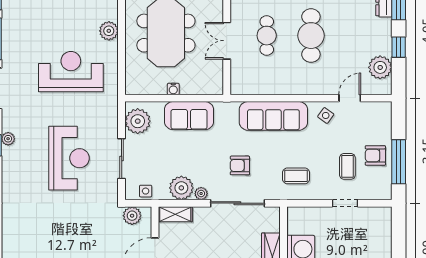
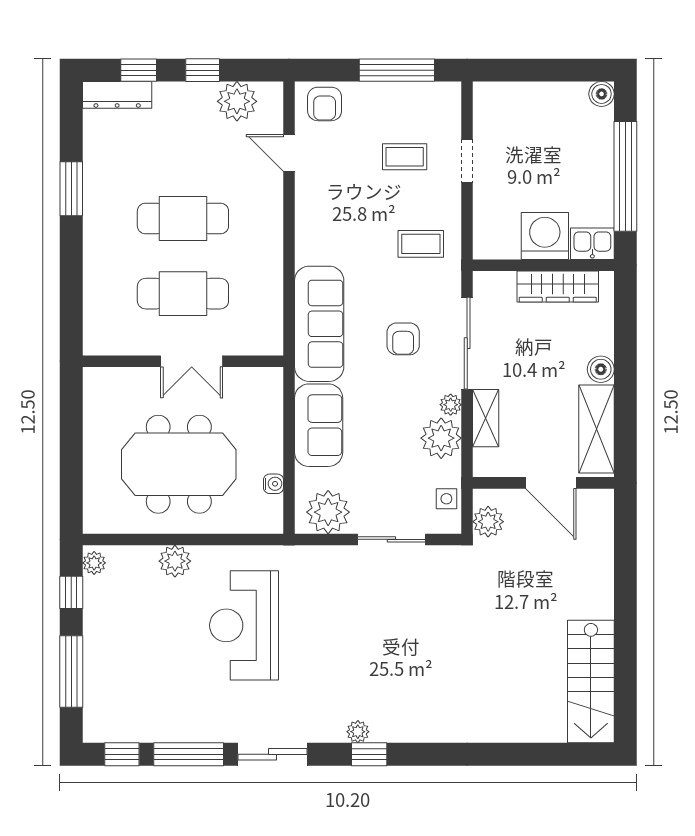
cafe table: (267, 36) -> (183, 294), width x1.37, depth x1.35
water cooler: (173, 89) -> (273, 484), moved
side table: (326, 115) -> (318, 194), removed
sofa: (273, 116) -> (319, 324), moved
armchair: (375, 155) -> (325, 104), moved
reception desk: (69, 158) -> (391, 628), removed
coffee table: (296, 176) -> (421, 244), turned 90
shelving: (175, 214) -> (486, 418), moved

